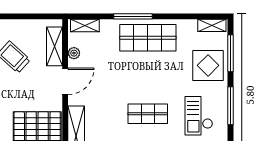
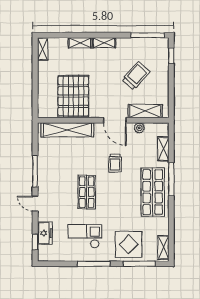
shelving: (85, 25) -> (163, 149), moved
trolley: (115, 81) -> (115, 163), added

